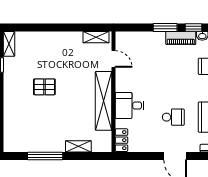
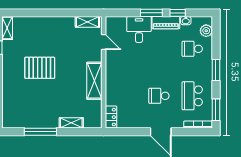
pallet: (44, 87) -> (40, 68), width x1.50, depth x1.42
shelving: (104, 101) -> (94, 81), width x0.68
desk: (130, 106) -> (139, 30), moved, turned 90
school desk: (173, 117) -> (159, 96), turned 180

